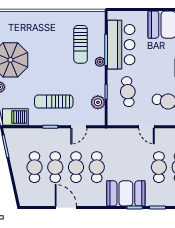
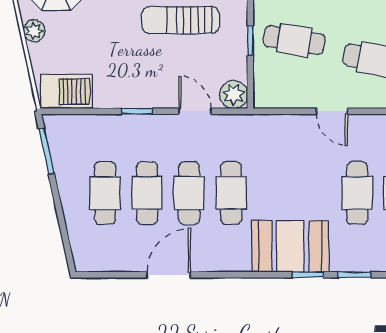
cafe table: (128, 92) -> (294, 40), turned -75
sun lounger: (54, 101) -> (180, 20), moved
plant: (98, 102) -> (234, 95), moved
door: (79, 127) -> (195, 111), swing flipped
door: (66, 208) -> (169, 275), hinge flipped

